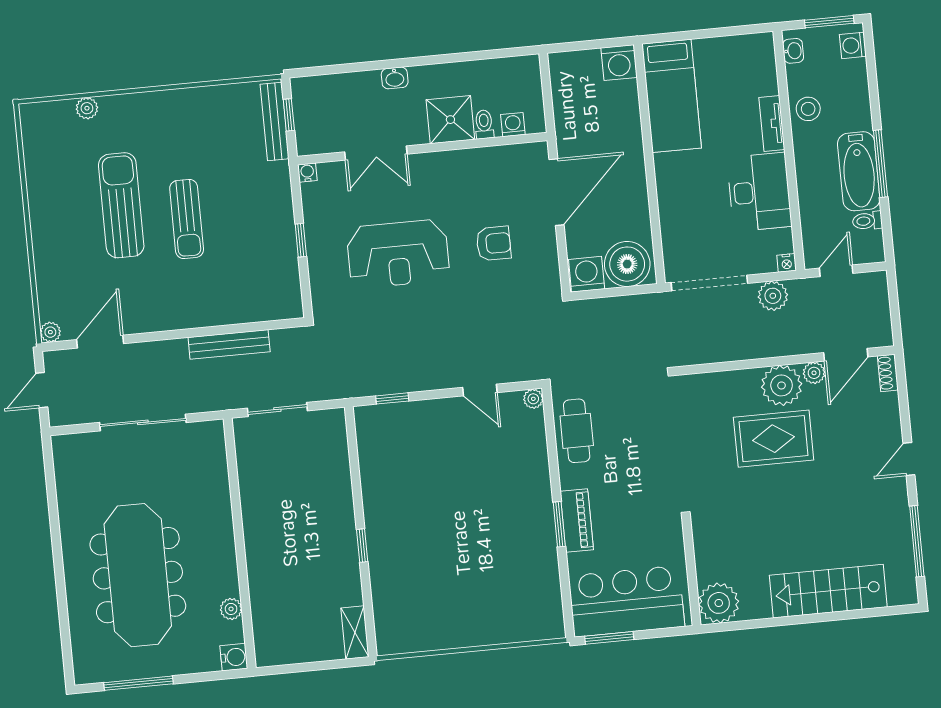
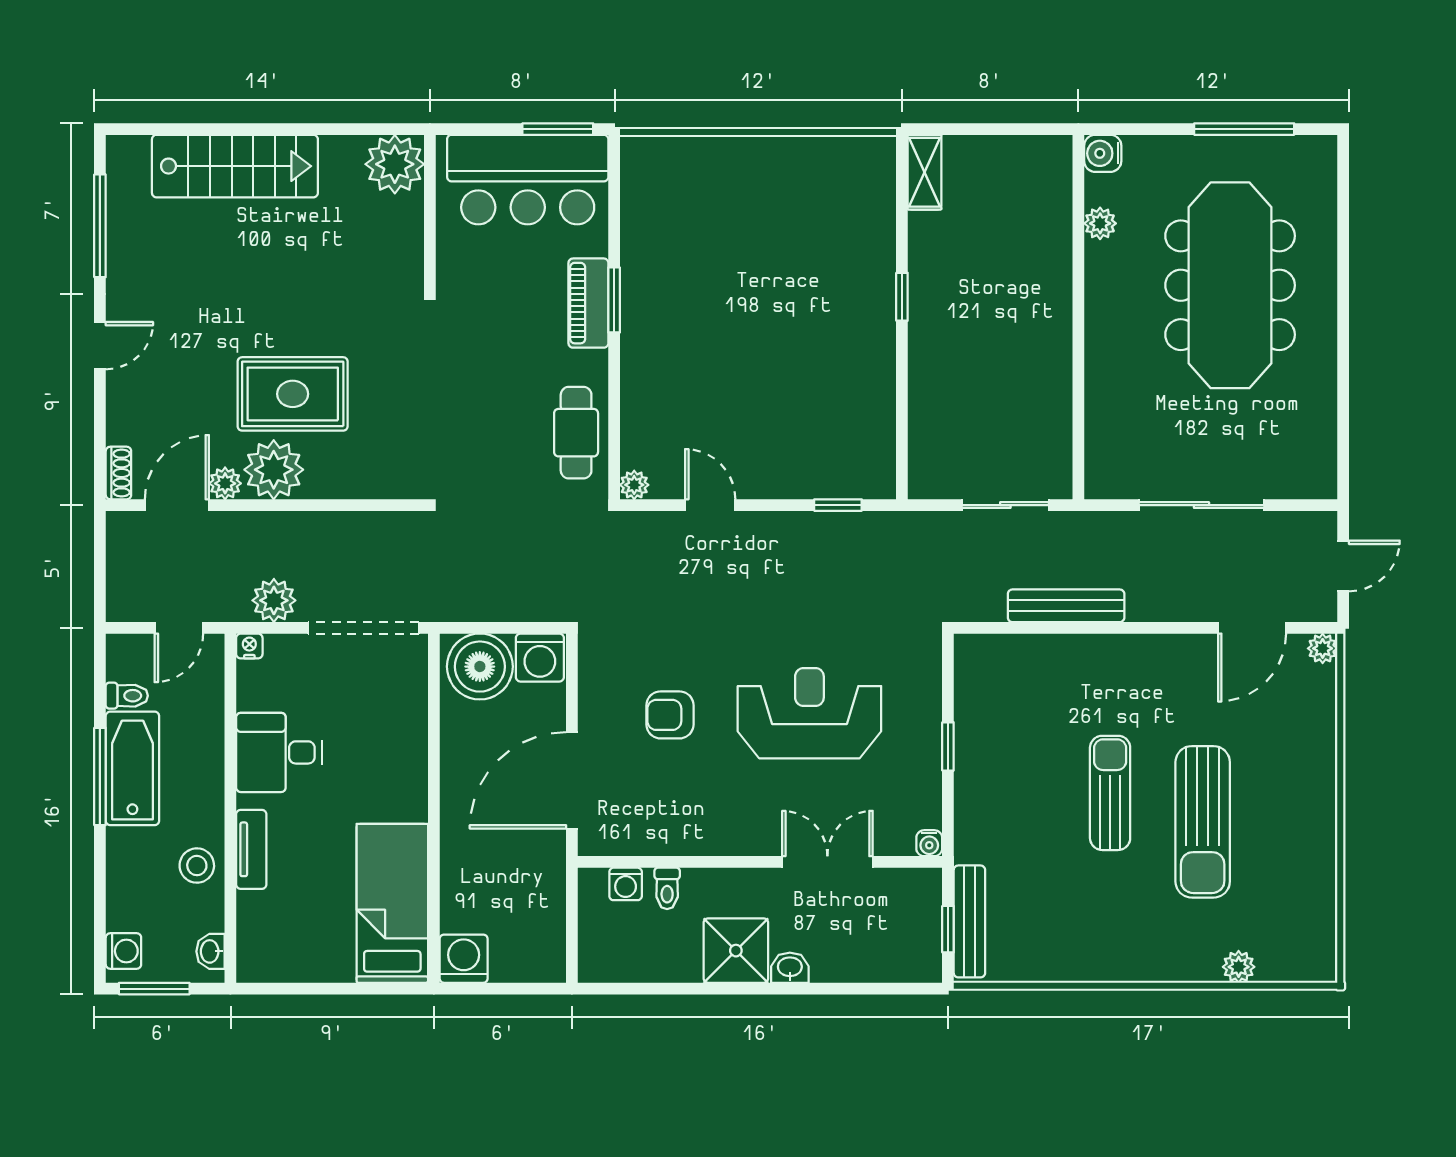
shower: (450, 120) -> (736, 951), moved
desk: (759, 192) -> (279, 752), width x0.73

